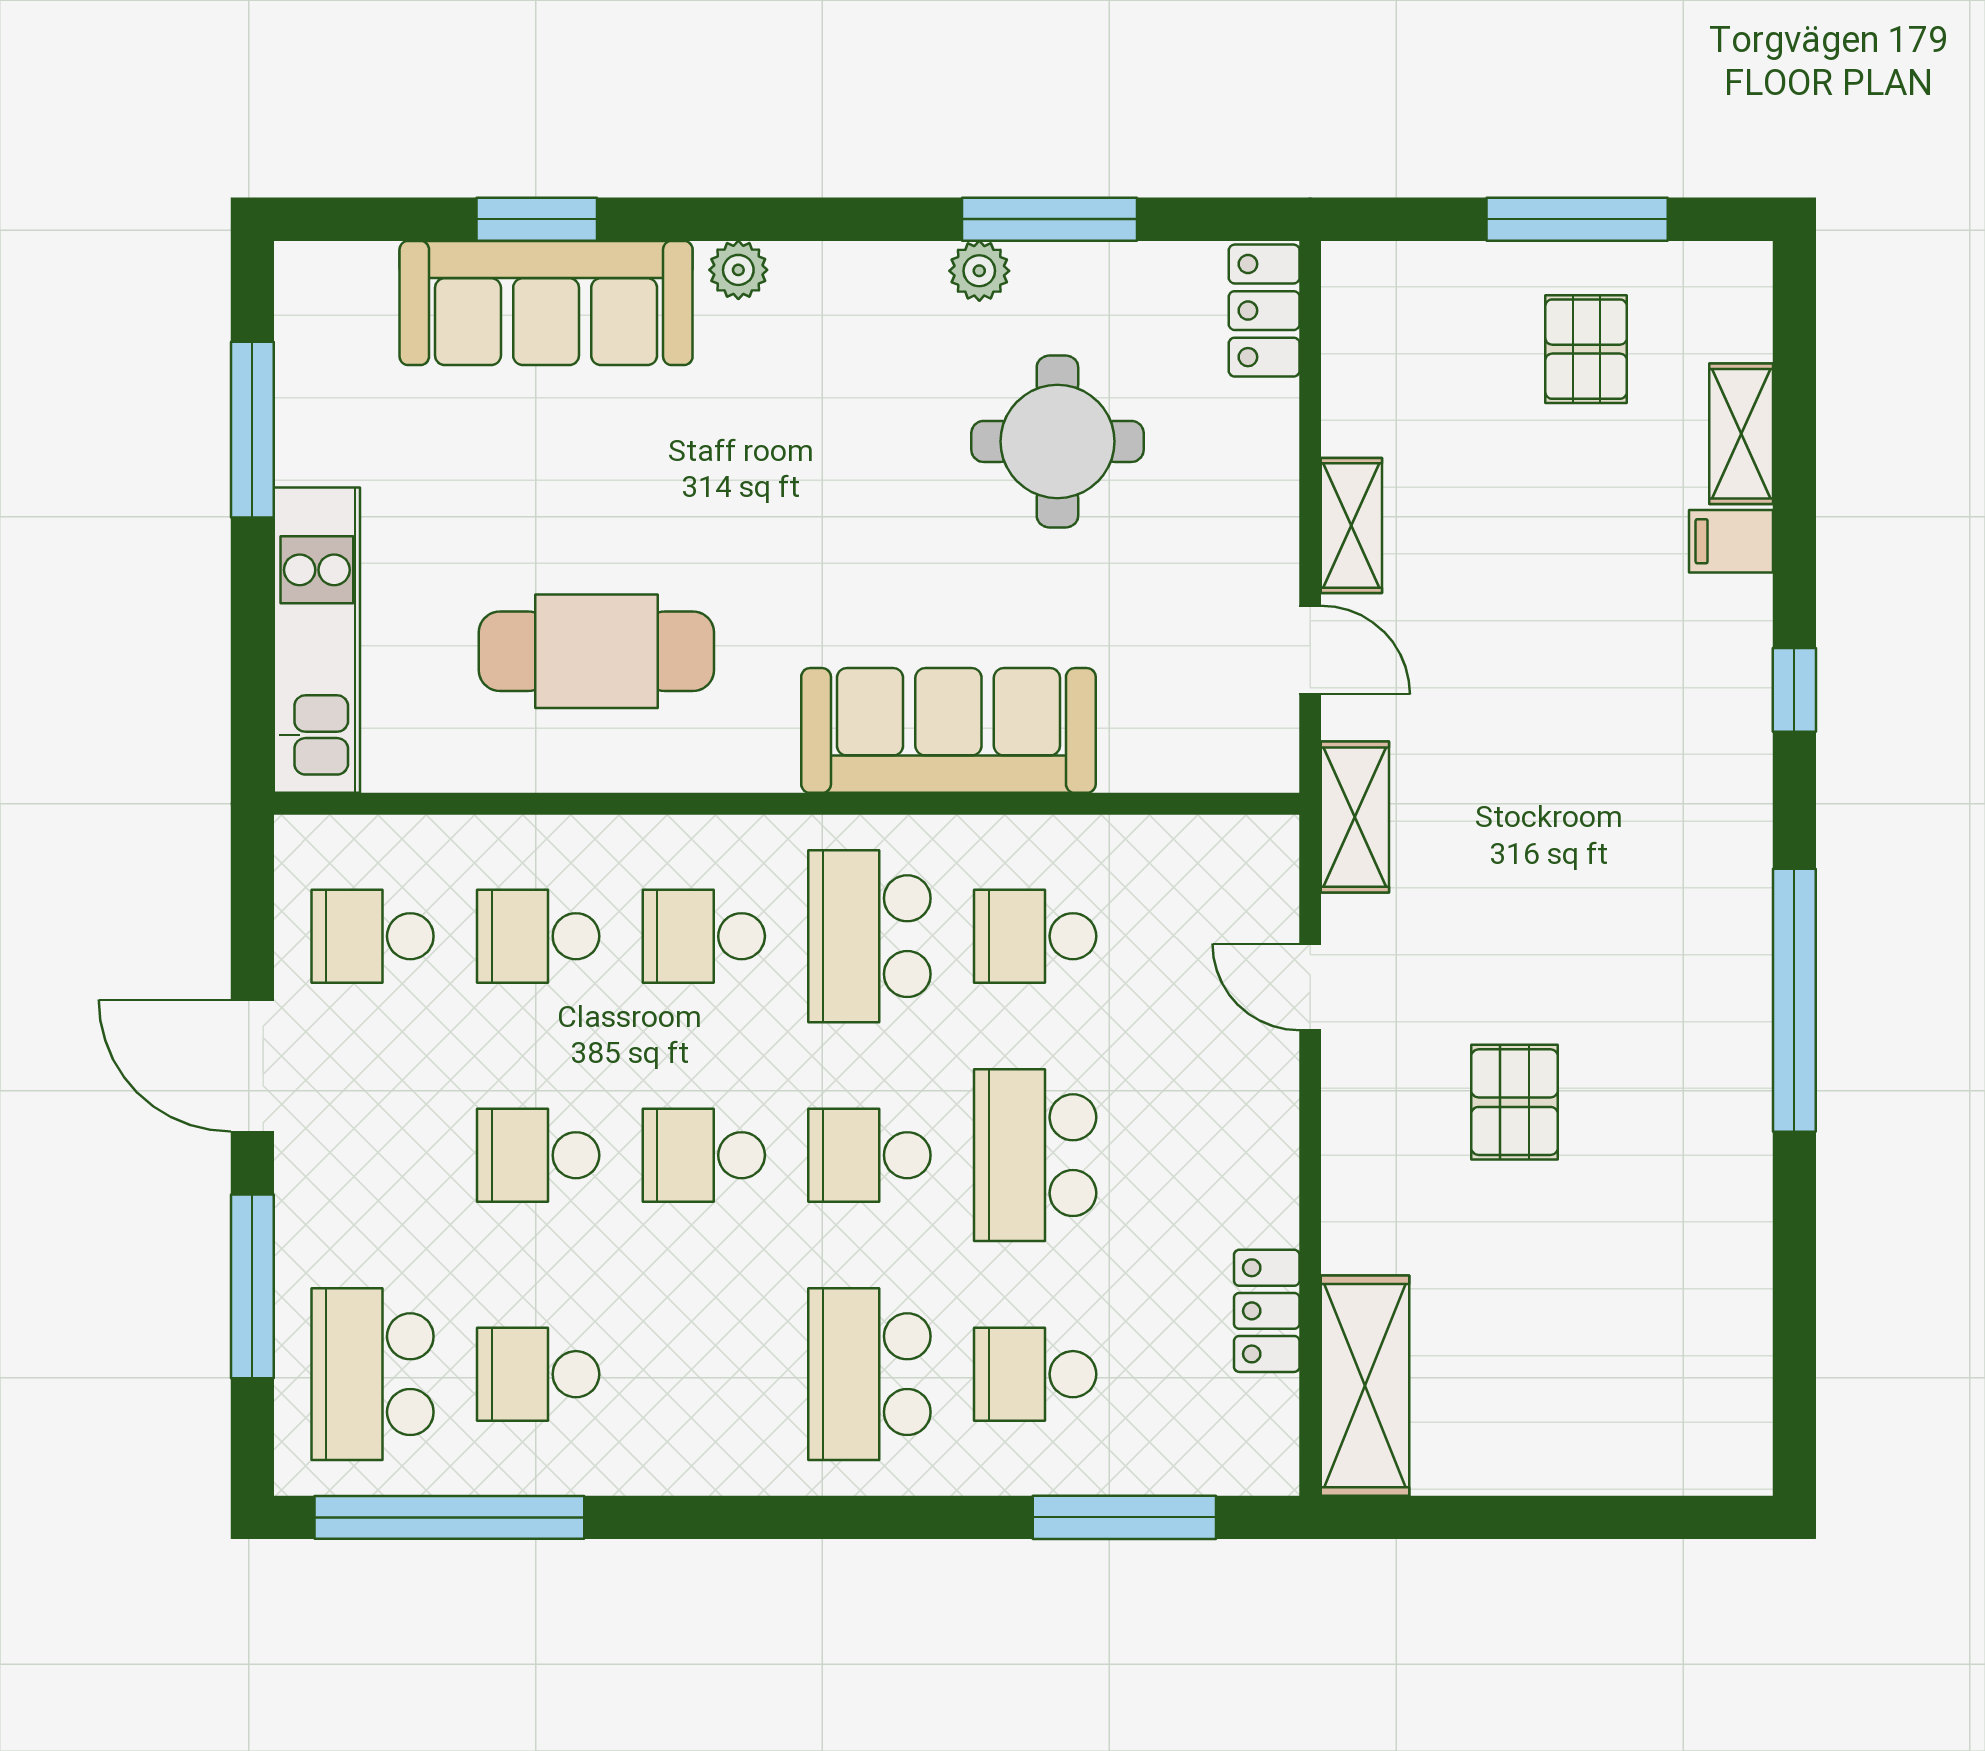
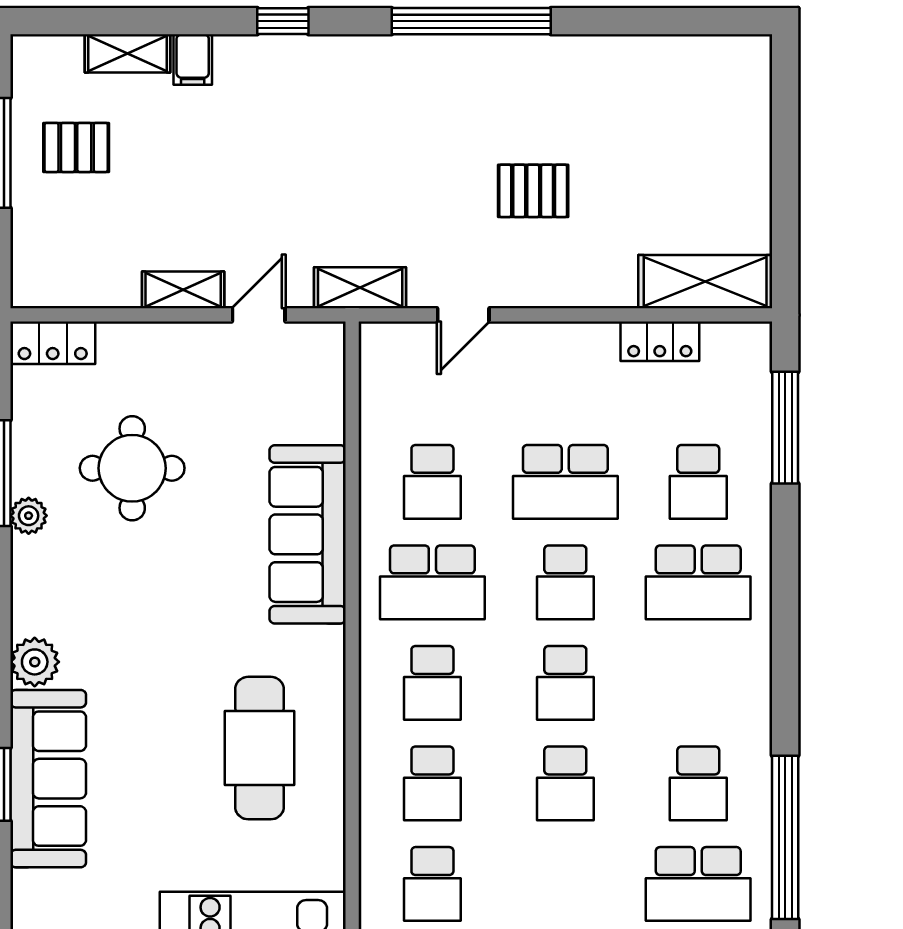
plant: (738, 270) -> (35, 662), width x1.38, depth x1.38

